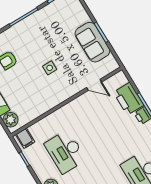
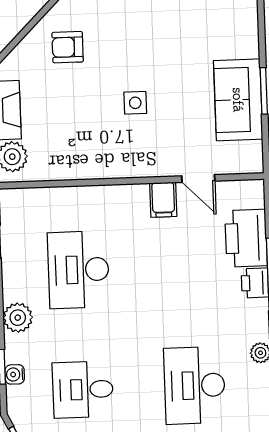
filing cabinet: (25, 138) -> (163, 200), moved

